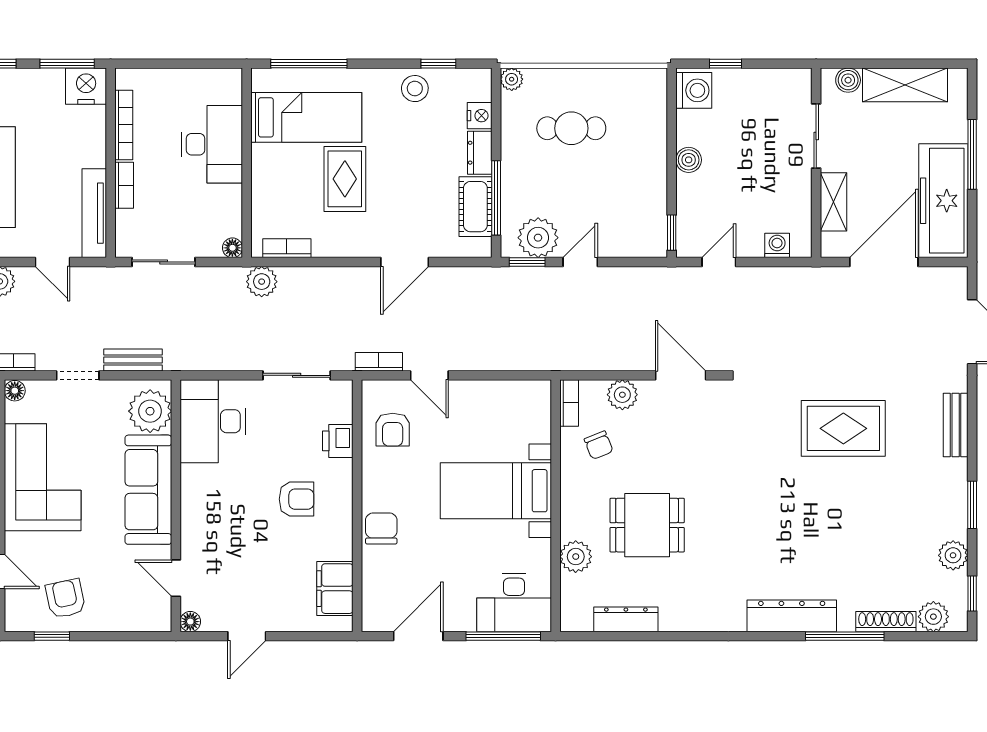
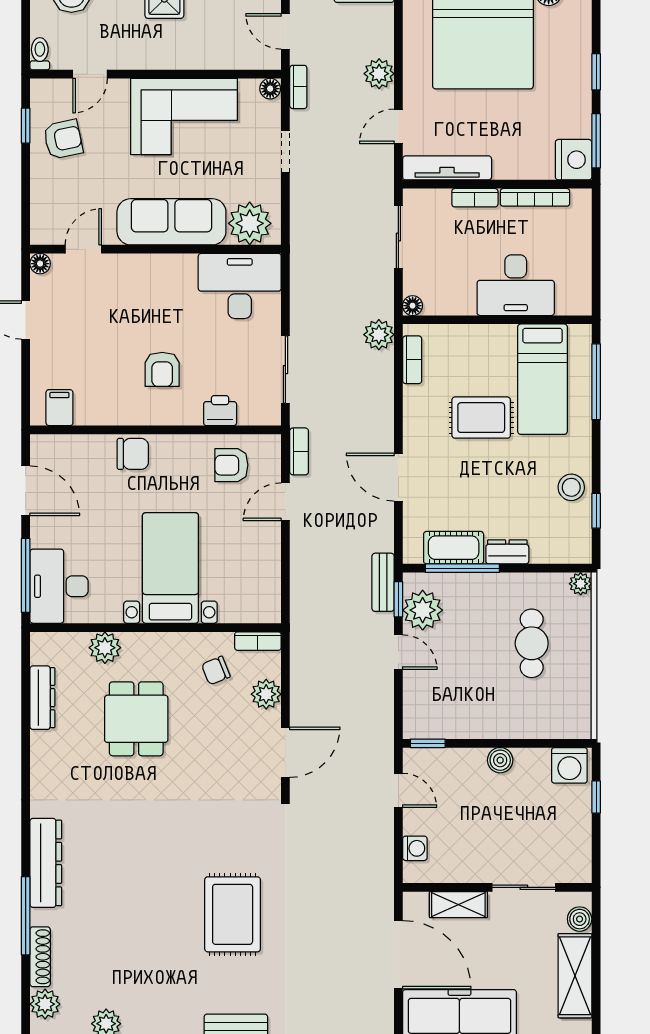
nightstand: (480, 116) -> (544, 552), removed
bench: (133, 360) -> (383, 582), moved
filing cabinet: (335, 589) -> (59, 408), width x0.50

